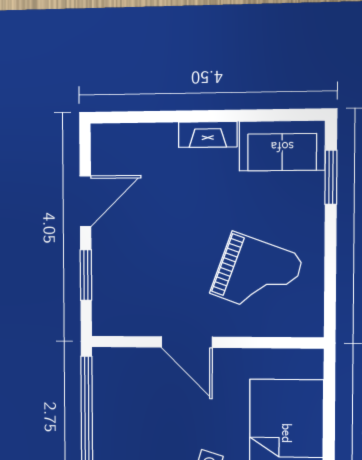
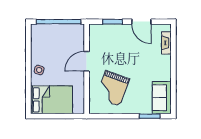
fireplace: (208, 134) -> (166, 43), moved

